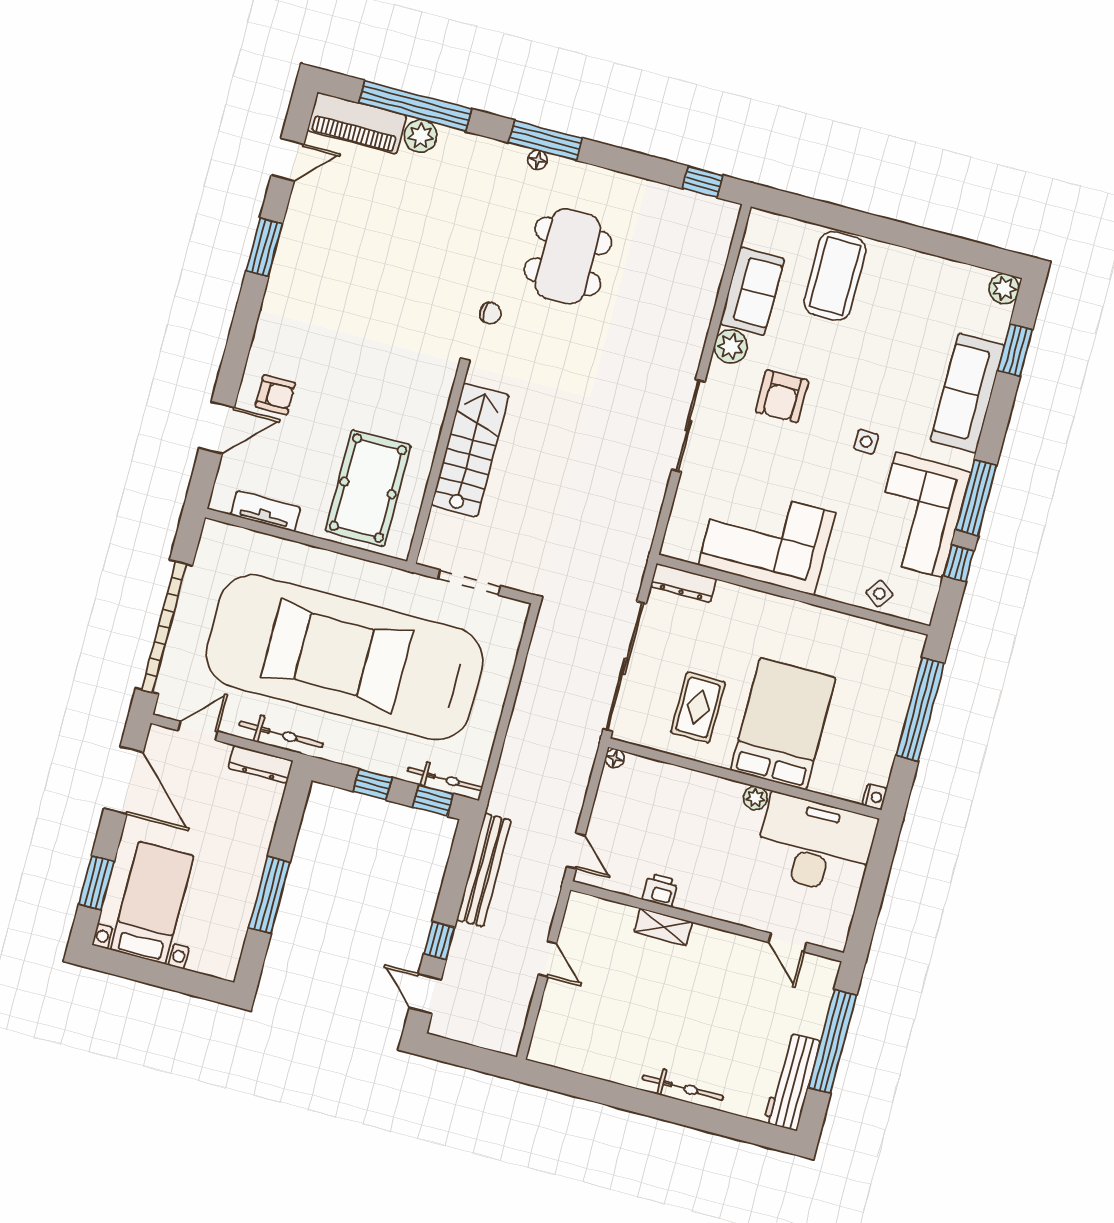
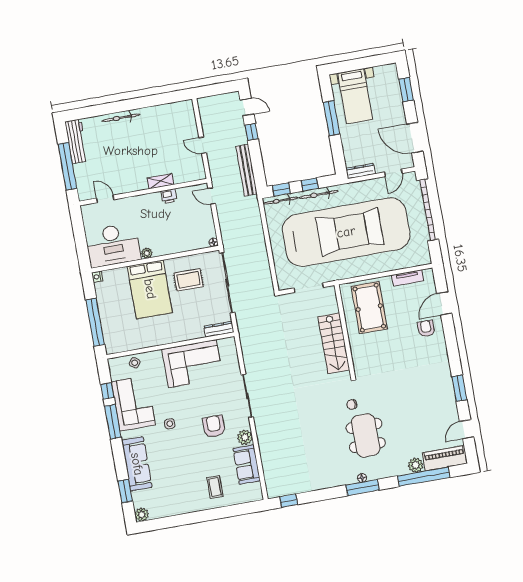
dining table: (568, 256) -> (366, 435), moved
coffee table: (835, 276) -> (215, 487), width x0.54, depth x0.58
armchair: (275, 395) -> (426, 329), turned 90
rug: (698, 707) -> (188, 280), turned 90
bicycle: (281, 734) -> (319, 195), moved
bed with nightstands: (152, 903) -> (355, 96), moved

